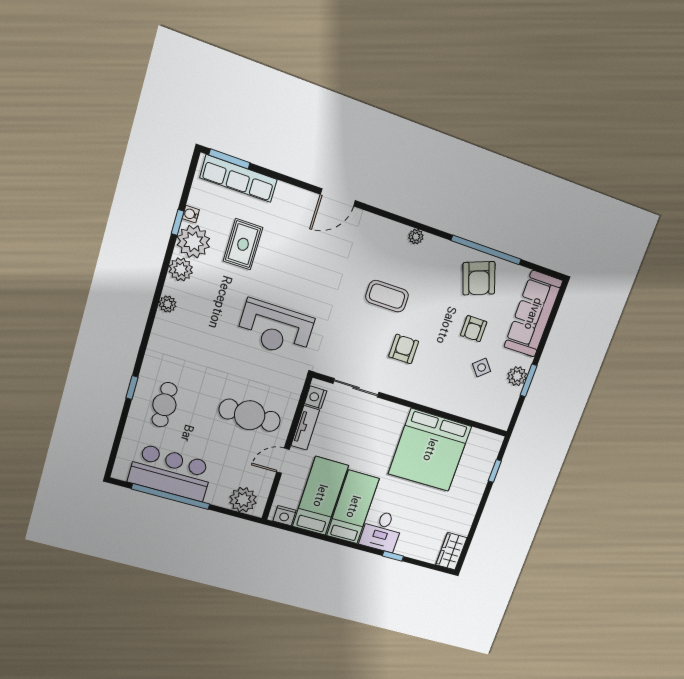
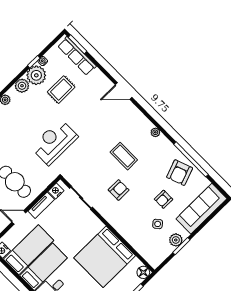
reception desk: (275, 329) -> (54, 142), turned 90
floor lamp: (493, 443) -> (143, 272), added

